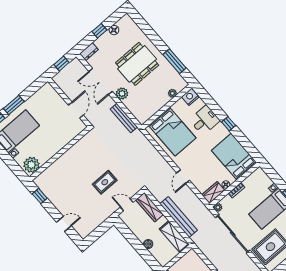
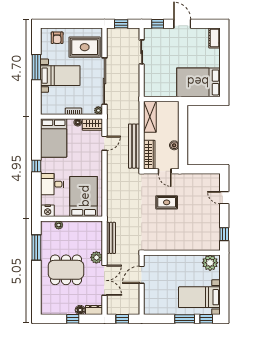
floor lamp: (114, 30) -> (80, 310), moved
door: (183, 177) -> (104, 143), moved
bench: (179, 217) -> (134, 146), moved
boiler: (148, 244) -> (174, 145), moved

